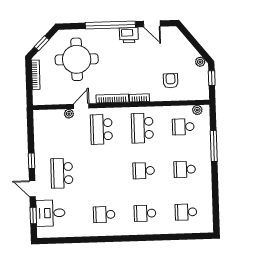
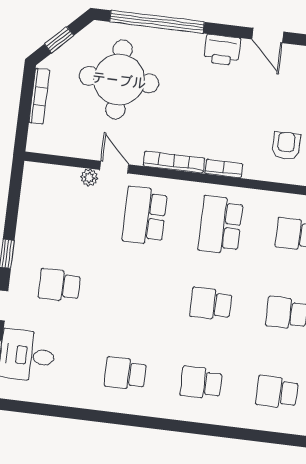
window: (110, 25) -> (157, 22), moved
door: (81, 106) -> (114, 167), hinge flipped
school desk: (62, 173) -> (59, 285), width x0.54

